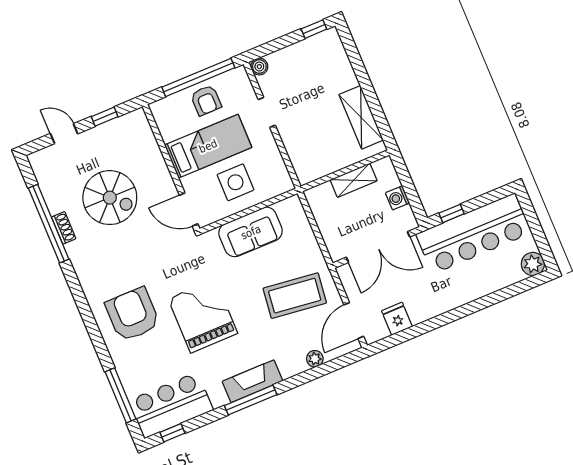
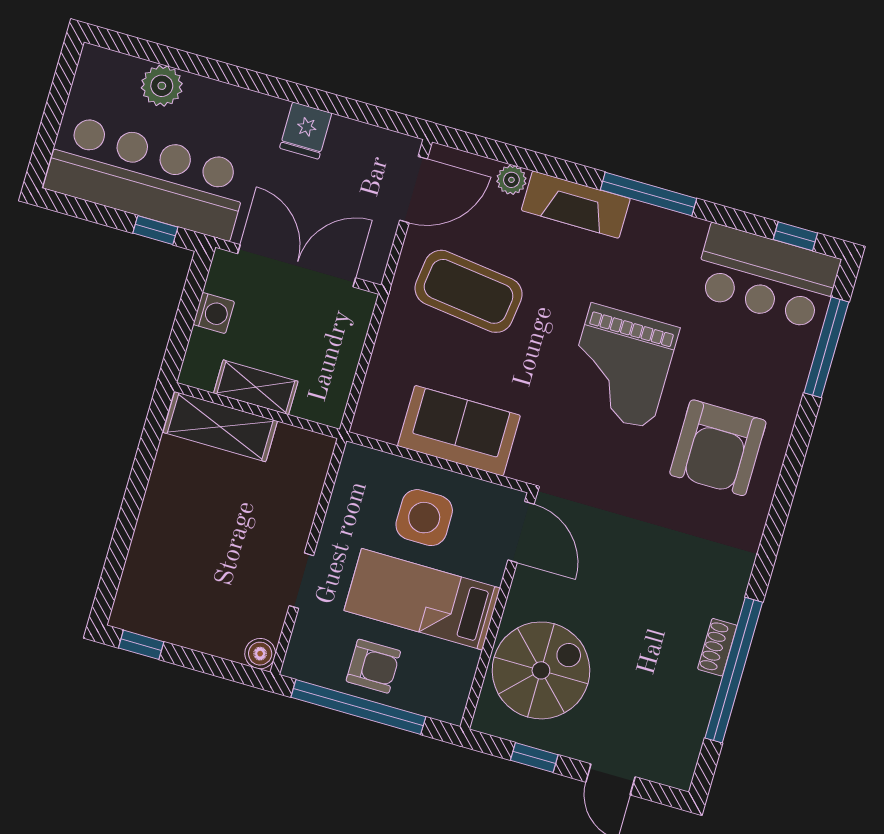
armchair: (206, 100) -> (373, 666), turned 90
shelving: (361, 117) -> (220, 427), moved, turned 90
spiral stairs: (110, 198) -> (541, 670), moved, turned 90
plant: (533, 264) -> (162, 86), moved
fridge: (397, 319) -> (306, 131), moved
fireplace: (252, 381) -> (576, 205), moved

